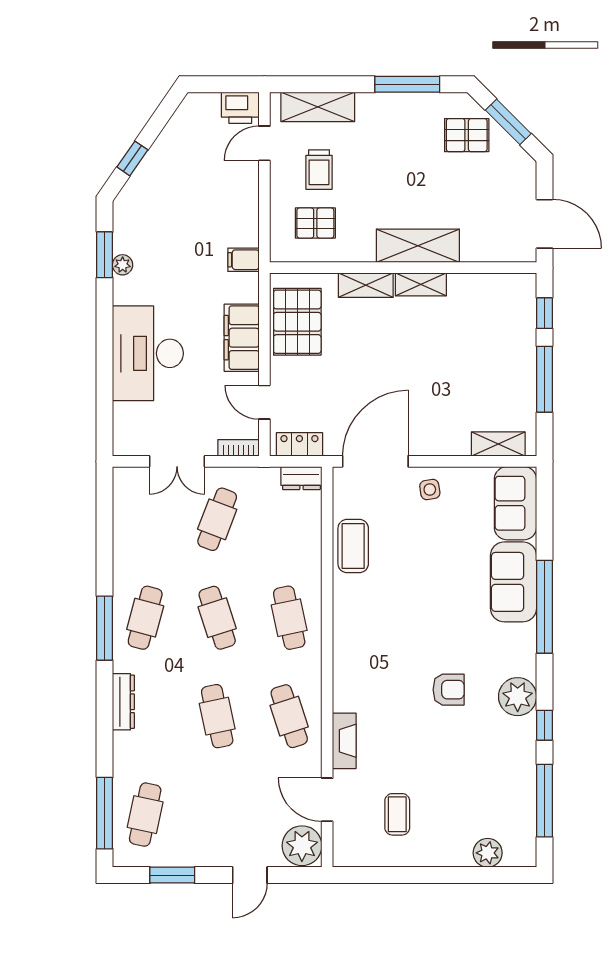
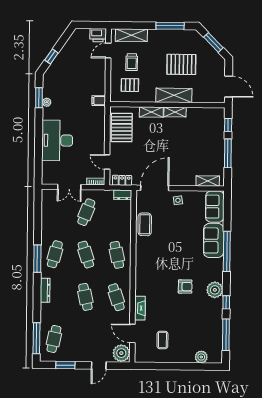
pallet: (467, 135) -> (181, 64), moved, width x1.50, depth x1.42
filing cabinet: (242, 338) -> (98, 134), removed

